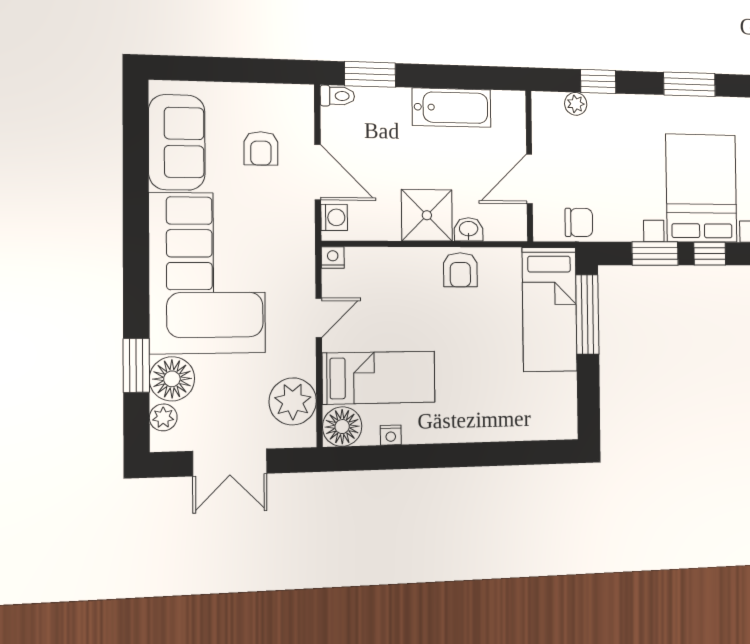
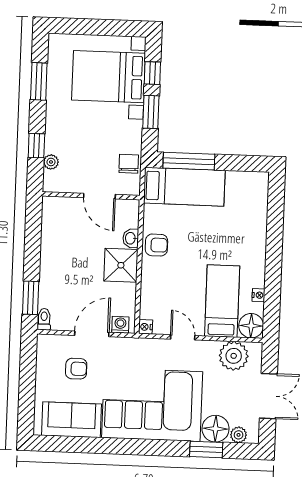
bathtub: (452, 108) -> (52, 246), removed

